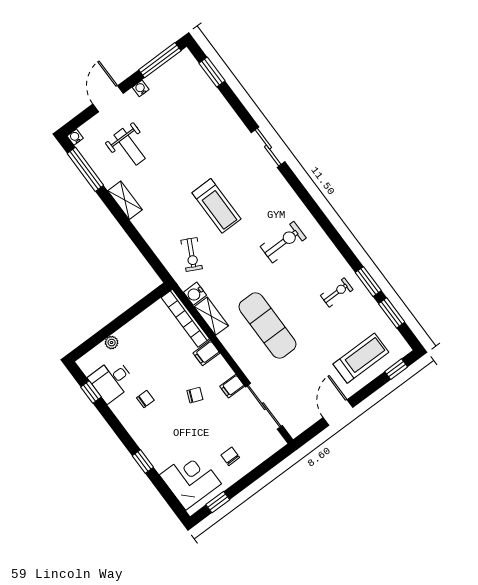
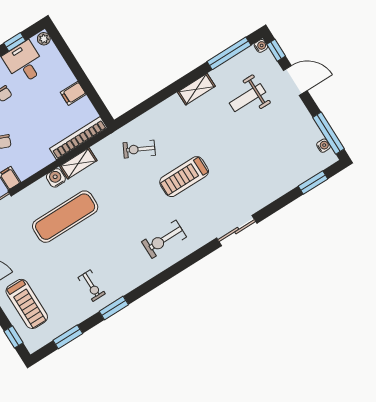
water cooler: (141, 88) -> (323, 146), moved
window: (78, 121) -> (276, 50), added
exercise bike: (283, 242) -> (164, 239), moved, turned 90
window: (368, 282) -> (114, 308), moved
water cooler: (195, 294) -> (56, 178), moved
plant: (112, 343) -> (44, 39), moved
filing cabinet: (206, 353) -> (73, 93), moved, turned -90

